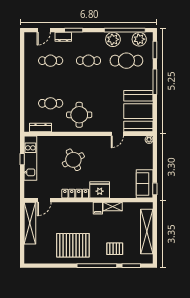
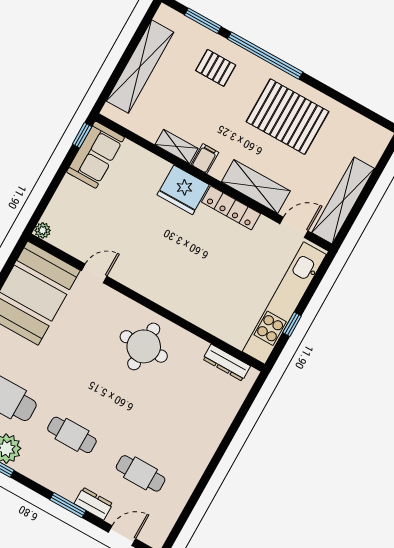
cafe table: (51, 103) -> (184, 396), removed
kitchen unit: (30, 158) -> (284, 303), width x1.36
round table: (73, 160) -> (200, 271), removed
shelving: (70, 208) -> (256, 186), added

